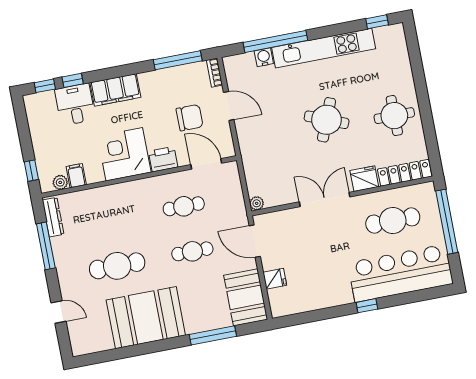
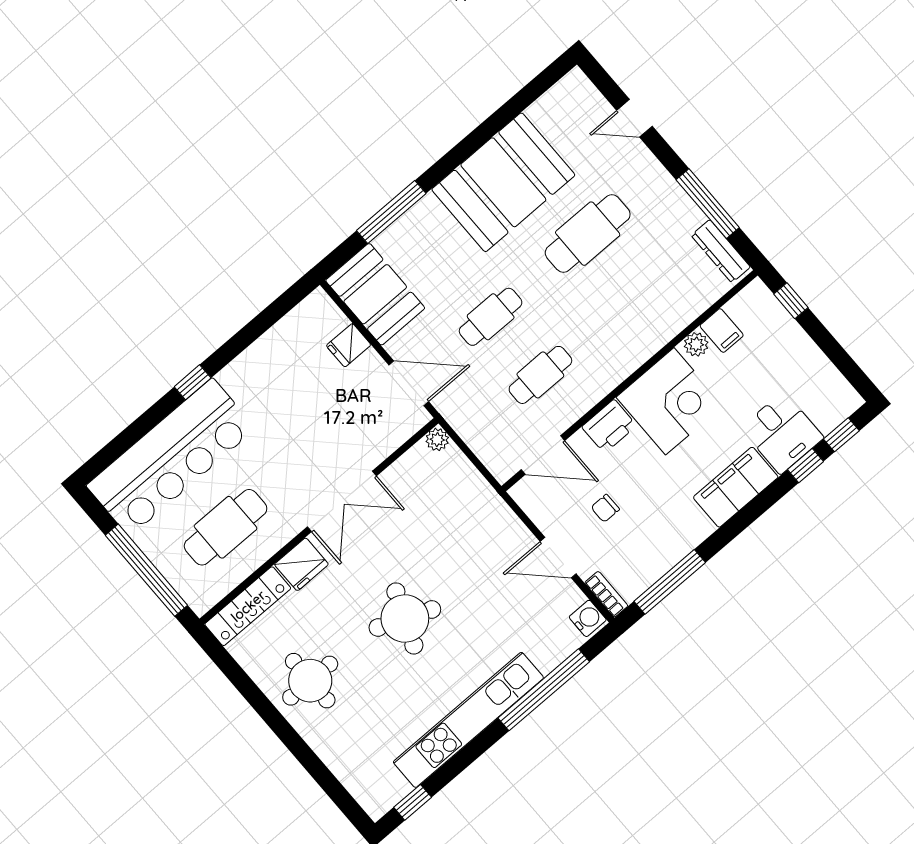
water cooler: (264, 57) -> (588, 618), moved, turned -90
chair: (190, 118) -> (605, 508), width x0.54, depth x0.54
plant: (60, 182) -> (696, 344), moved

